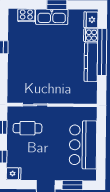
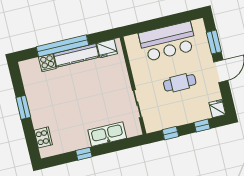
kitchen sink: (52, 17) -> (107, 134), moved, turned -90
fridge: (91, 20) -> (107, 48), moved
cafe table: (27, 128) -> (180, 83), moved, turned 90

